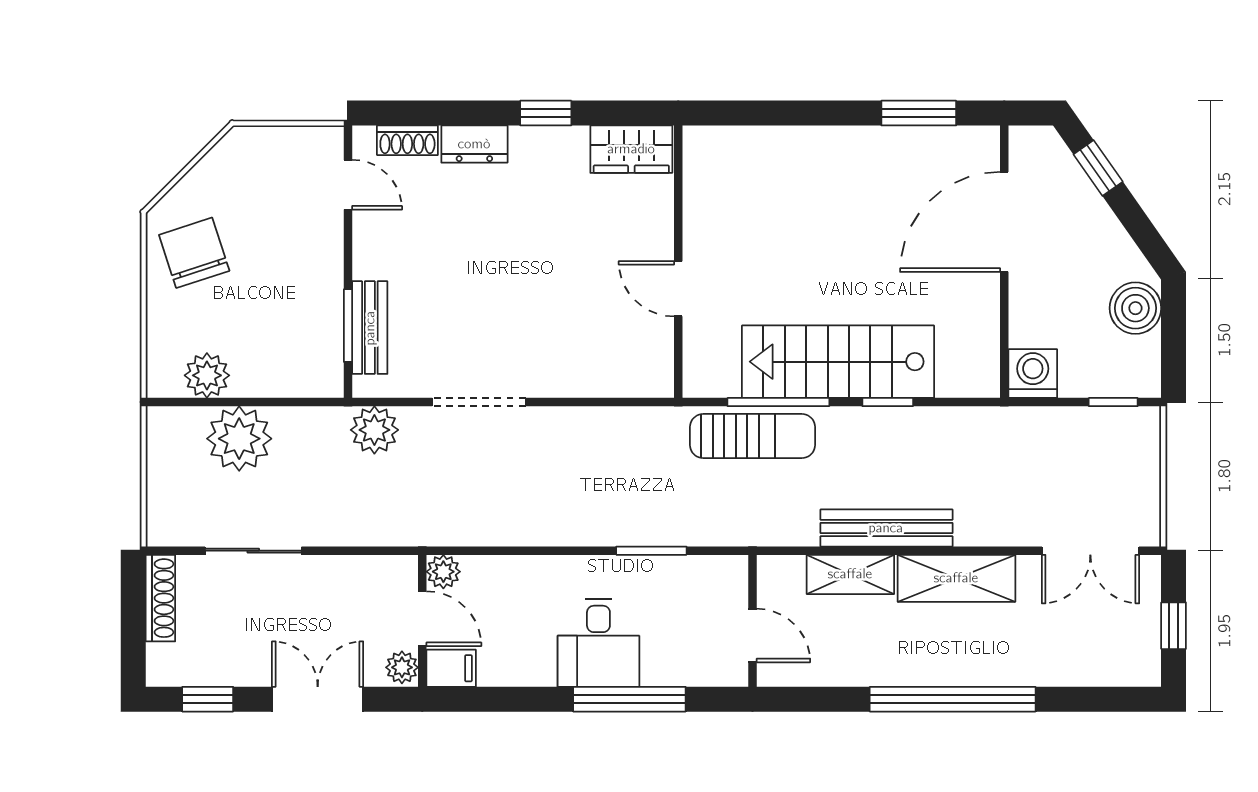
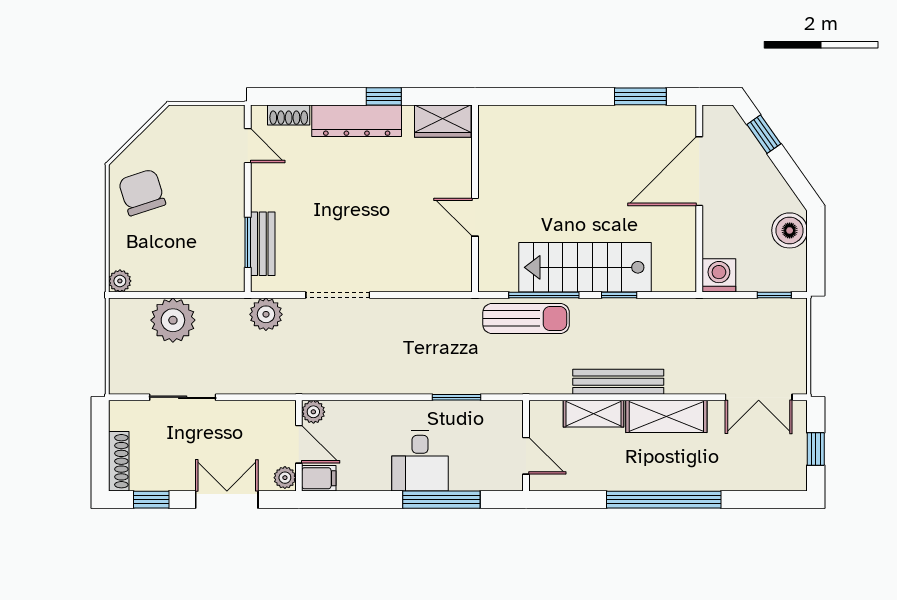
dresser: (474, 144) -> (357, 121), width x1.96, depth x1.24
plant: (207, 375) -> (120, 281), moved, width x0.73, depth x0.73
shoe rack: (160, 598) -> (119, 461), moved

